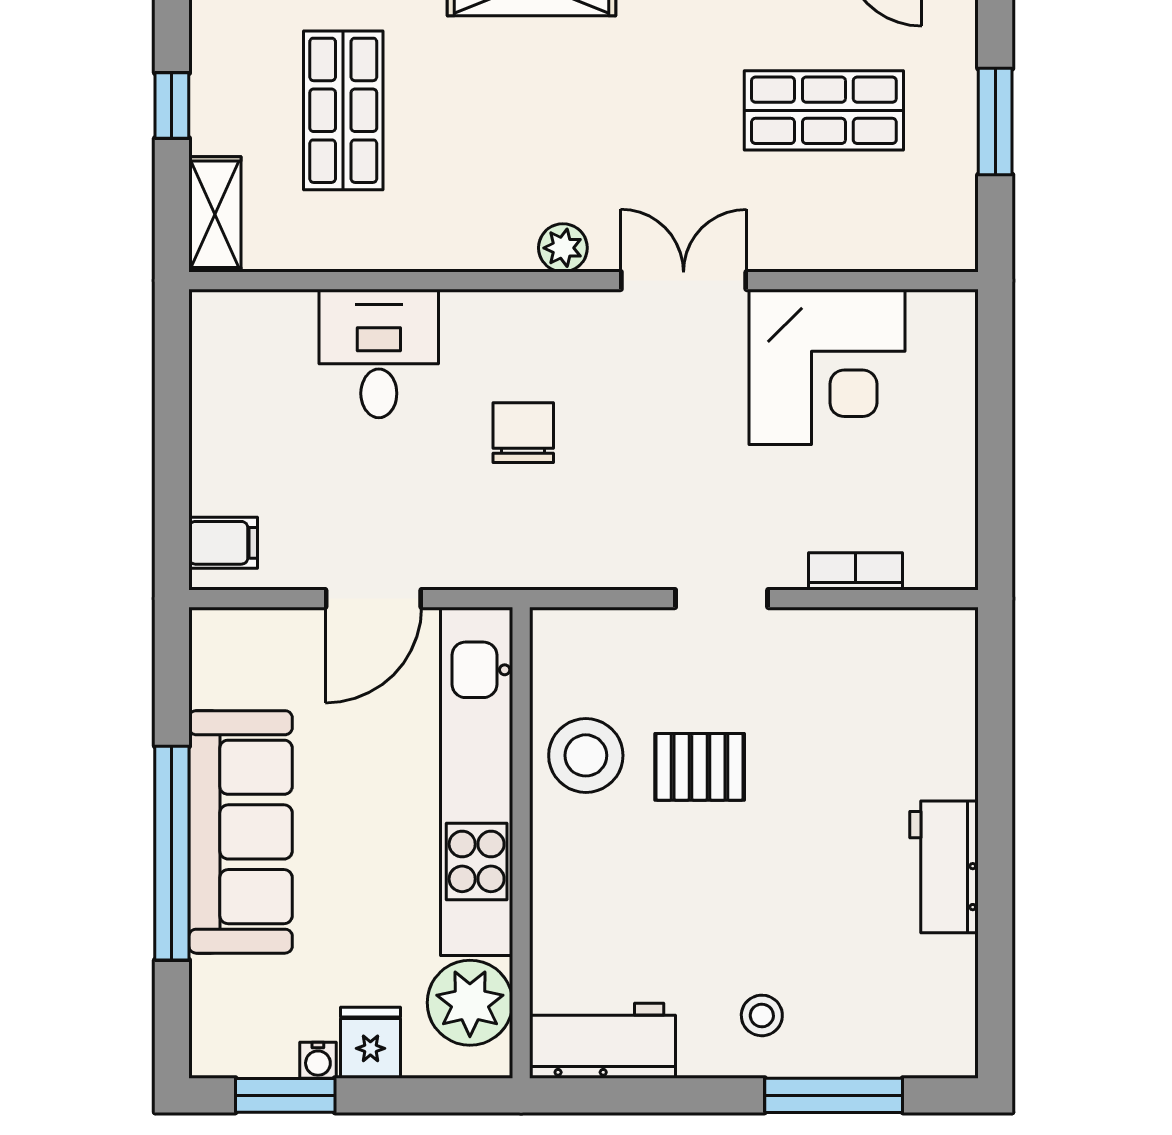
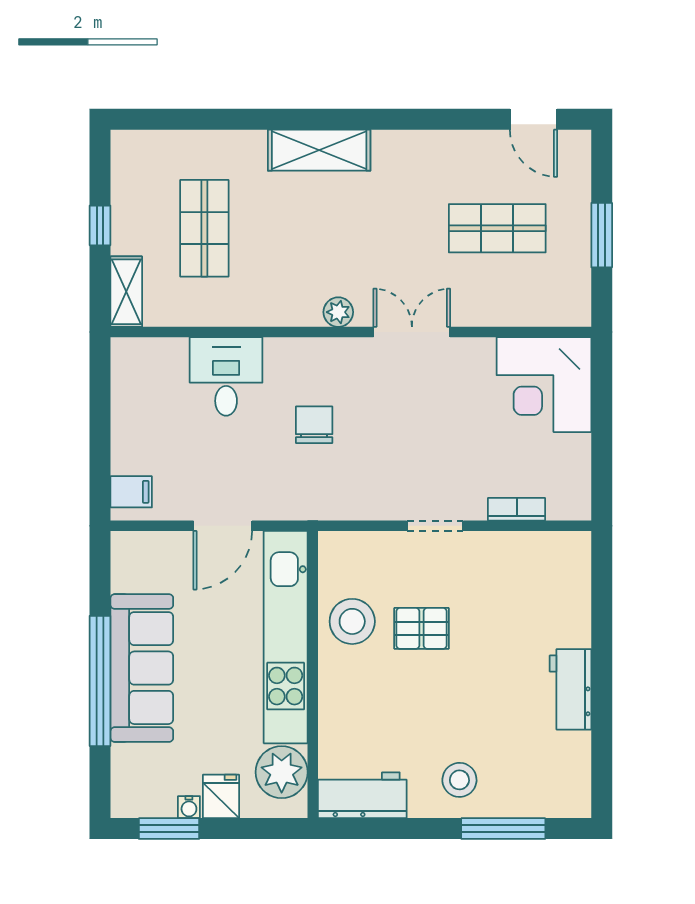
corner desk: (827, 367) -> (544, 385), moved, turned 90
stool: (762, 1015) -> (459, 780), width x1.37, depth x1.37

